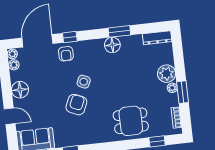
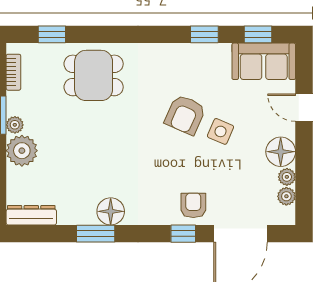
plant: (12, 54) -> (287, 177), moved
side table: (84, 82) -> (221, 131), moved

